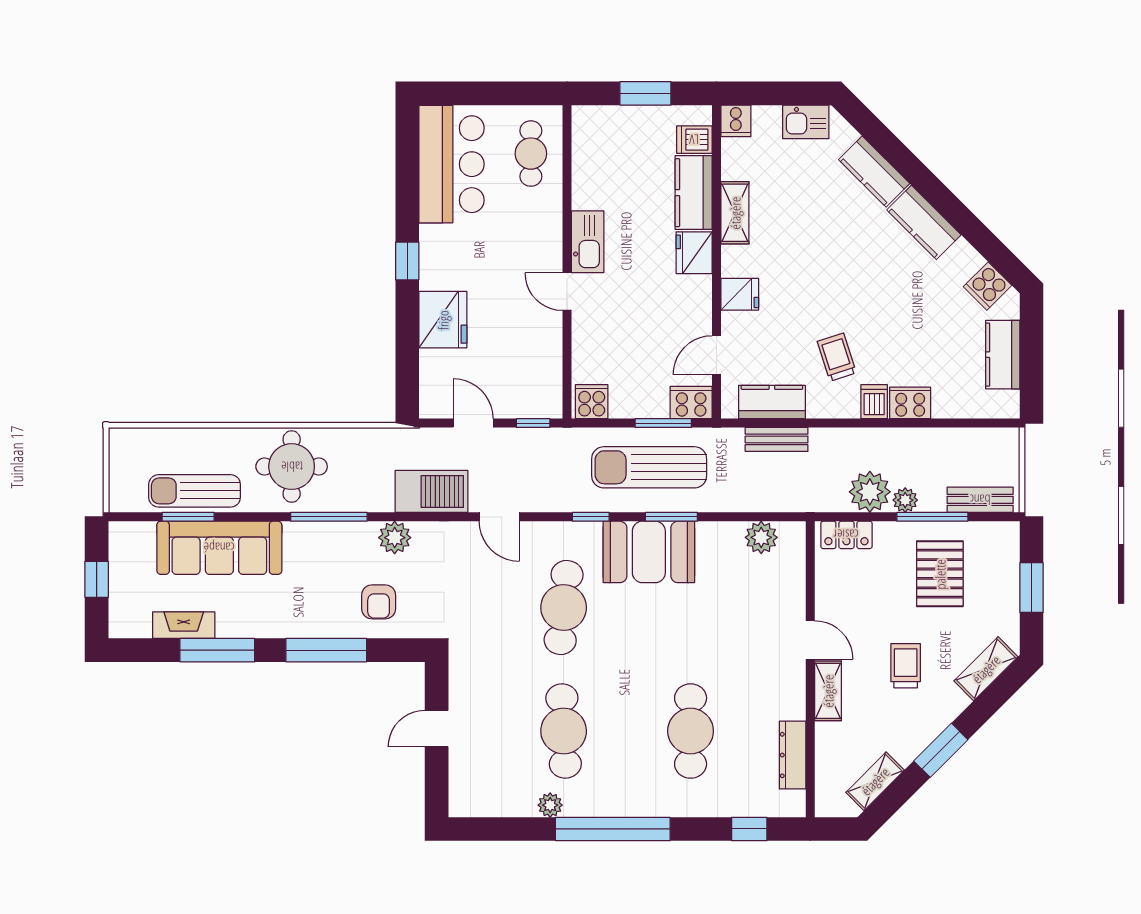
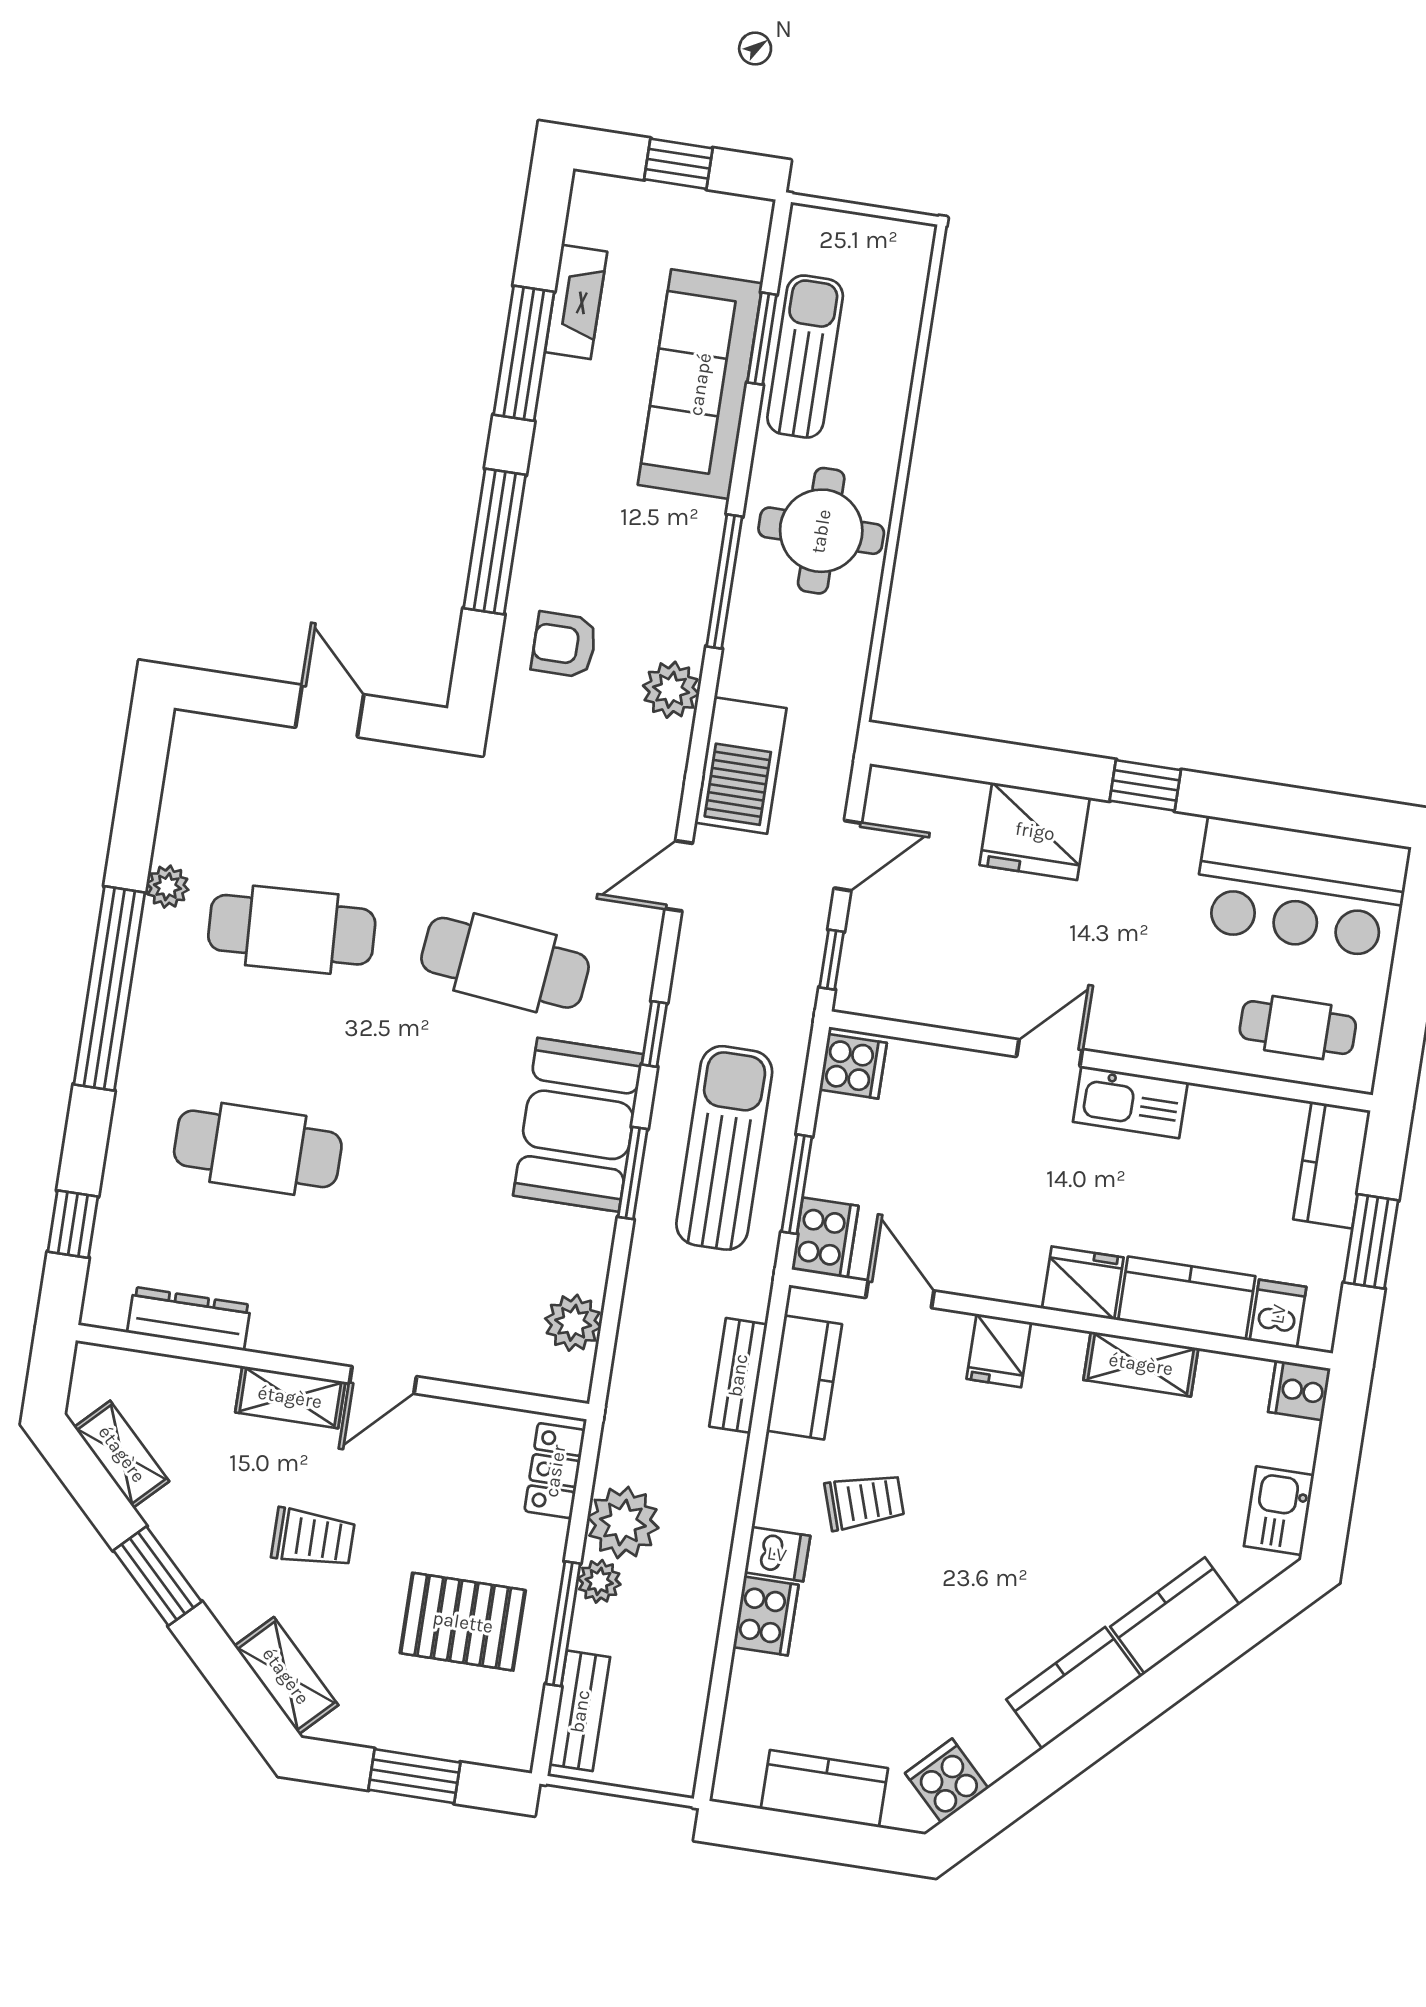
kitchen counter: (606, 122) -> (1332, 1165), added

